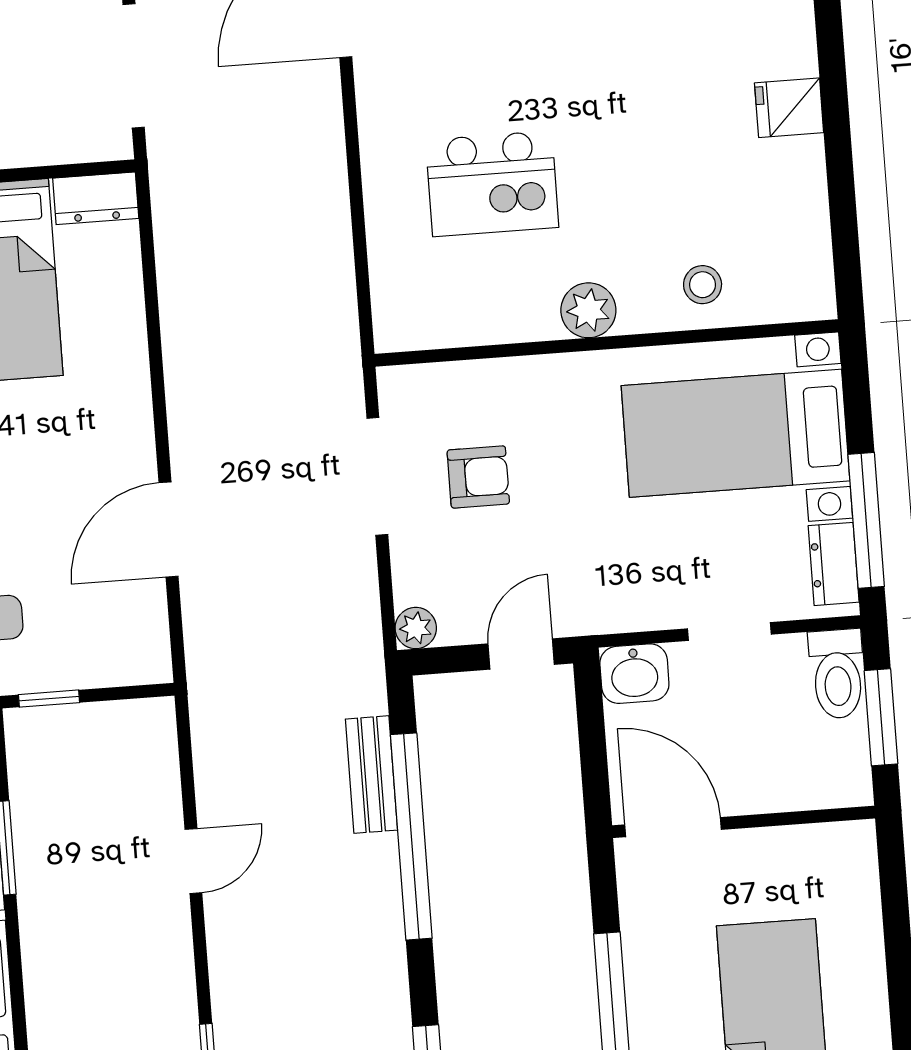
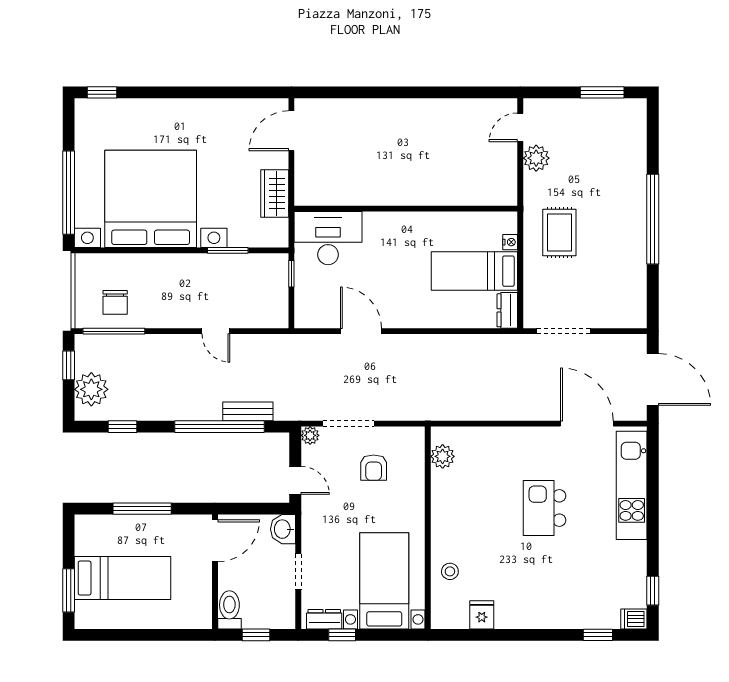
fridge: (789, 108) -> (482, 615), moved
kitchen island: (492, 184) -> (544, 508), moved
plant: (588, 310) -> (443, 456), moved
doorway: (377, 476) -> (349, 424), moved
window: (866, 520) -> (342, 635), width x0.46
toilet: (837, 674) -> (229, 610), moved, turned 90
window: (881, 717) -> (256, 635), width x0.67

